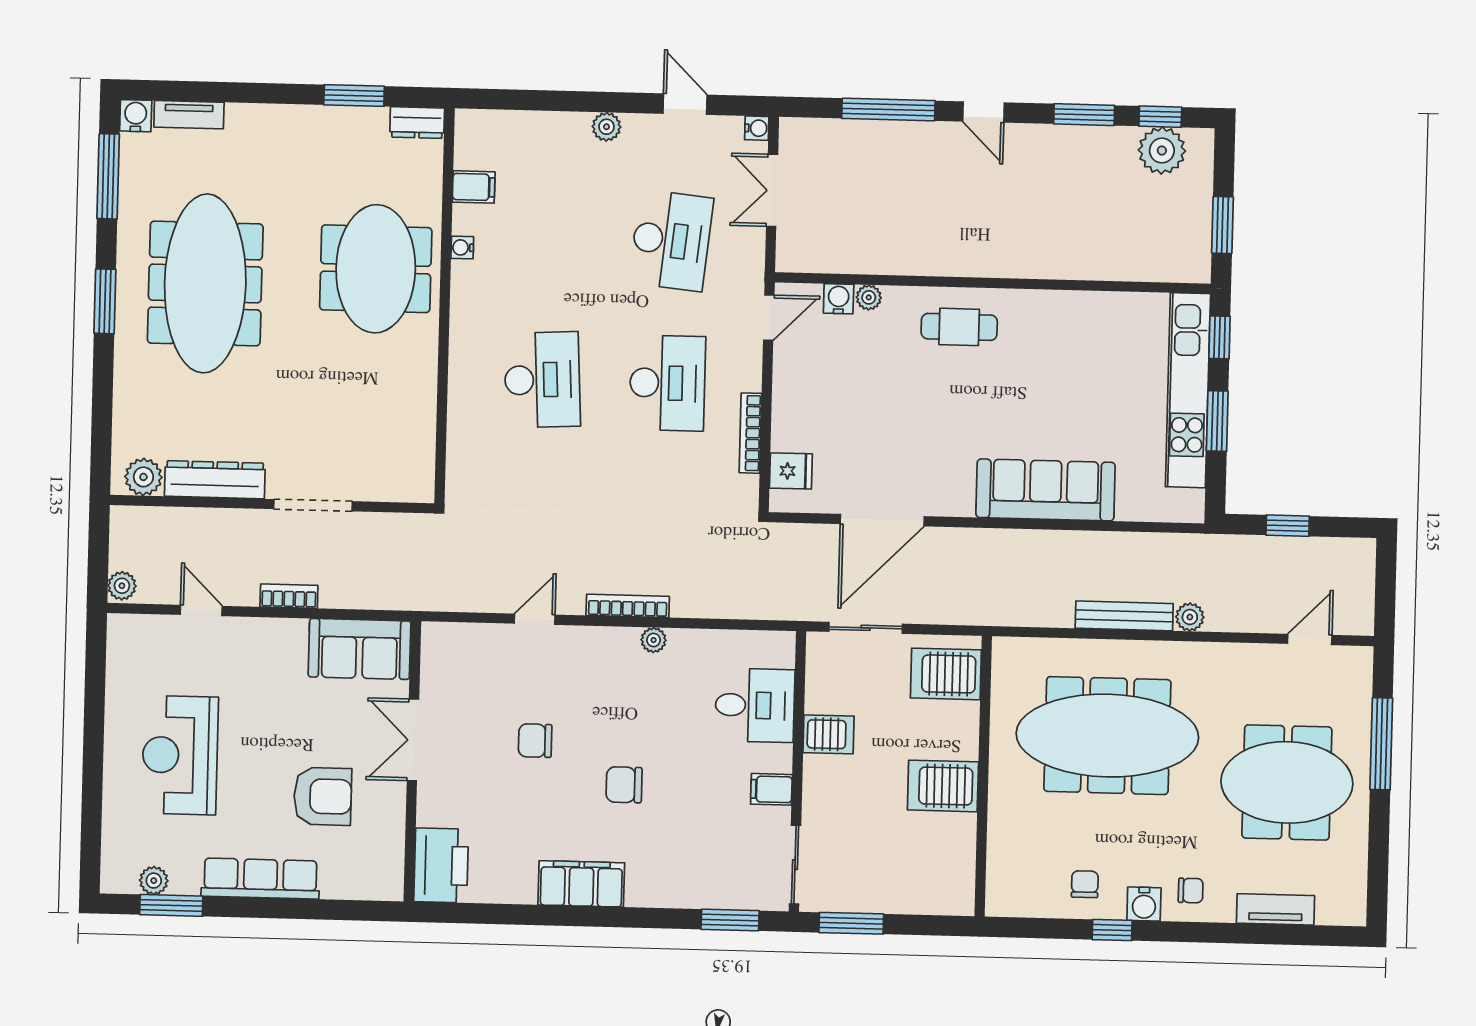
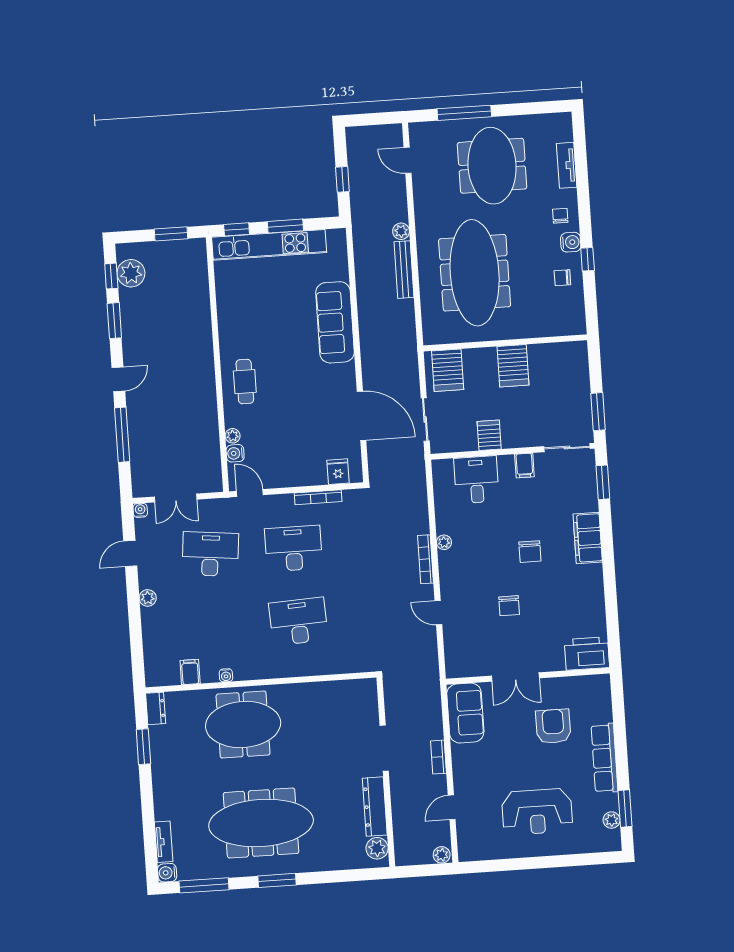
filing cabinet: (581, 884) -> (588, 538), moved

